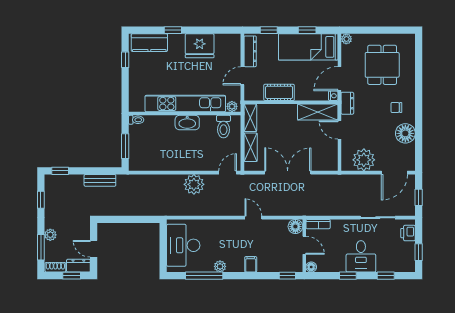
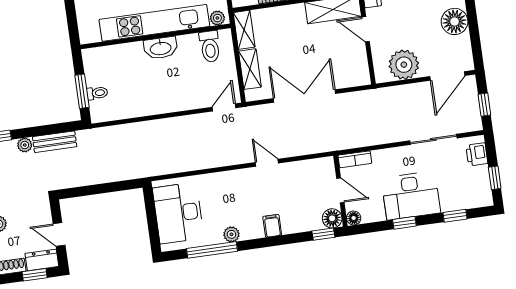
toilet: (136, 120) -> (97, 93), moved
plant: (194, 184) -> (25, 145), moved, width x0.53, depth x0.53
floor lamp: (295, 227) -> (332, 218), moved
desk: (361, 256) -> (411, 196), width x1.37

